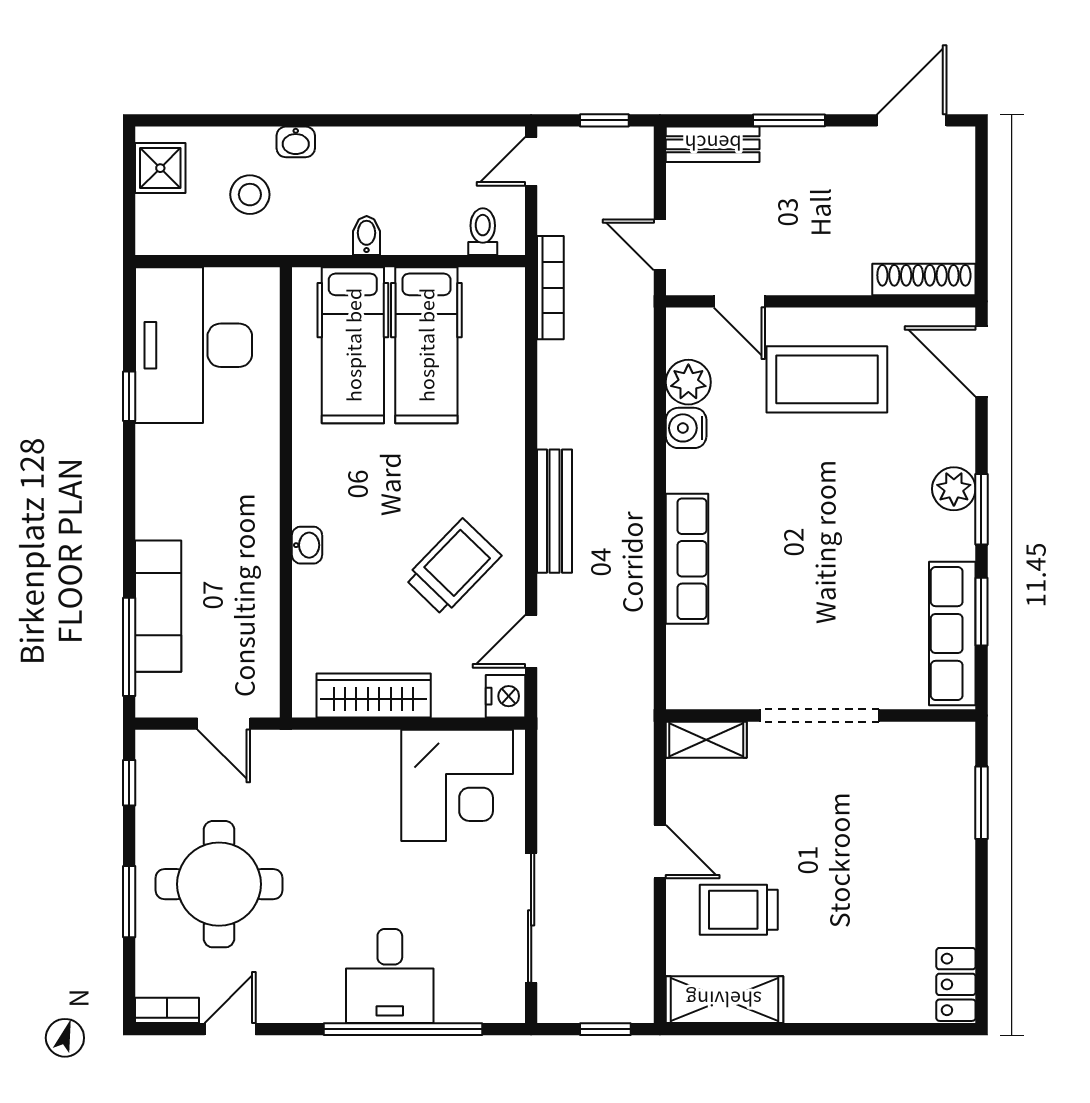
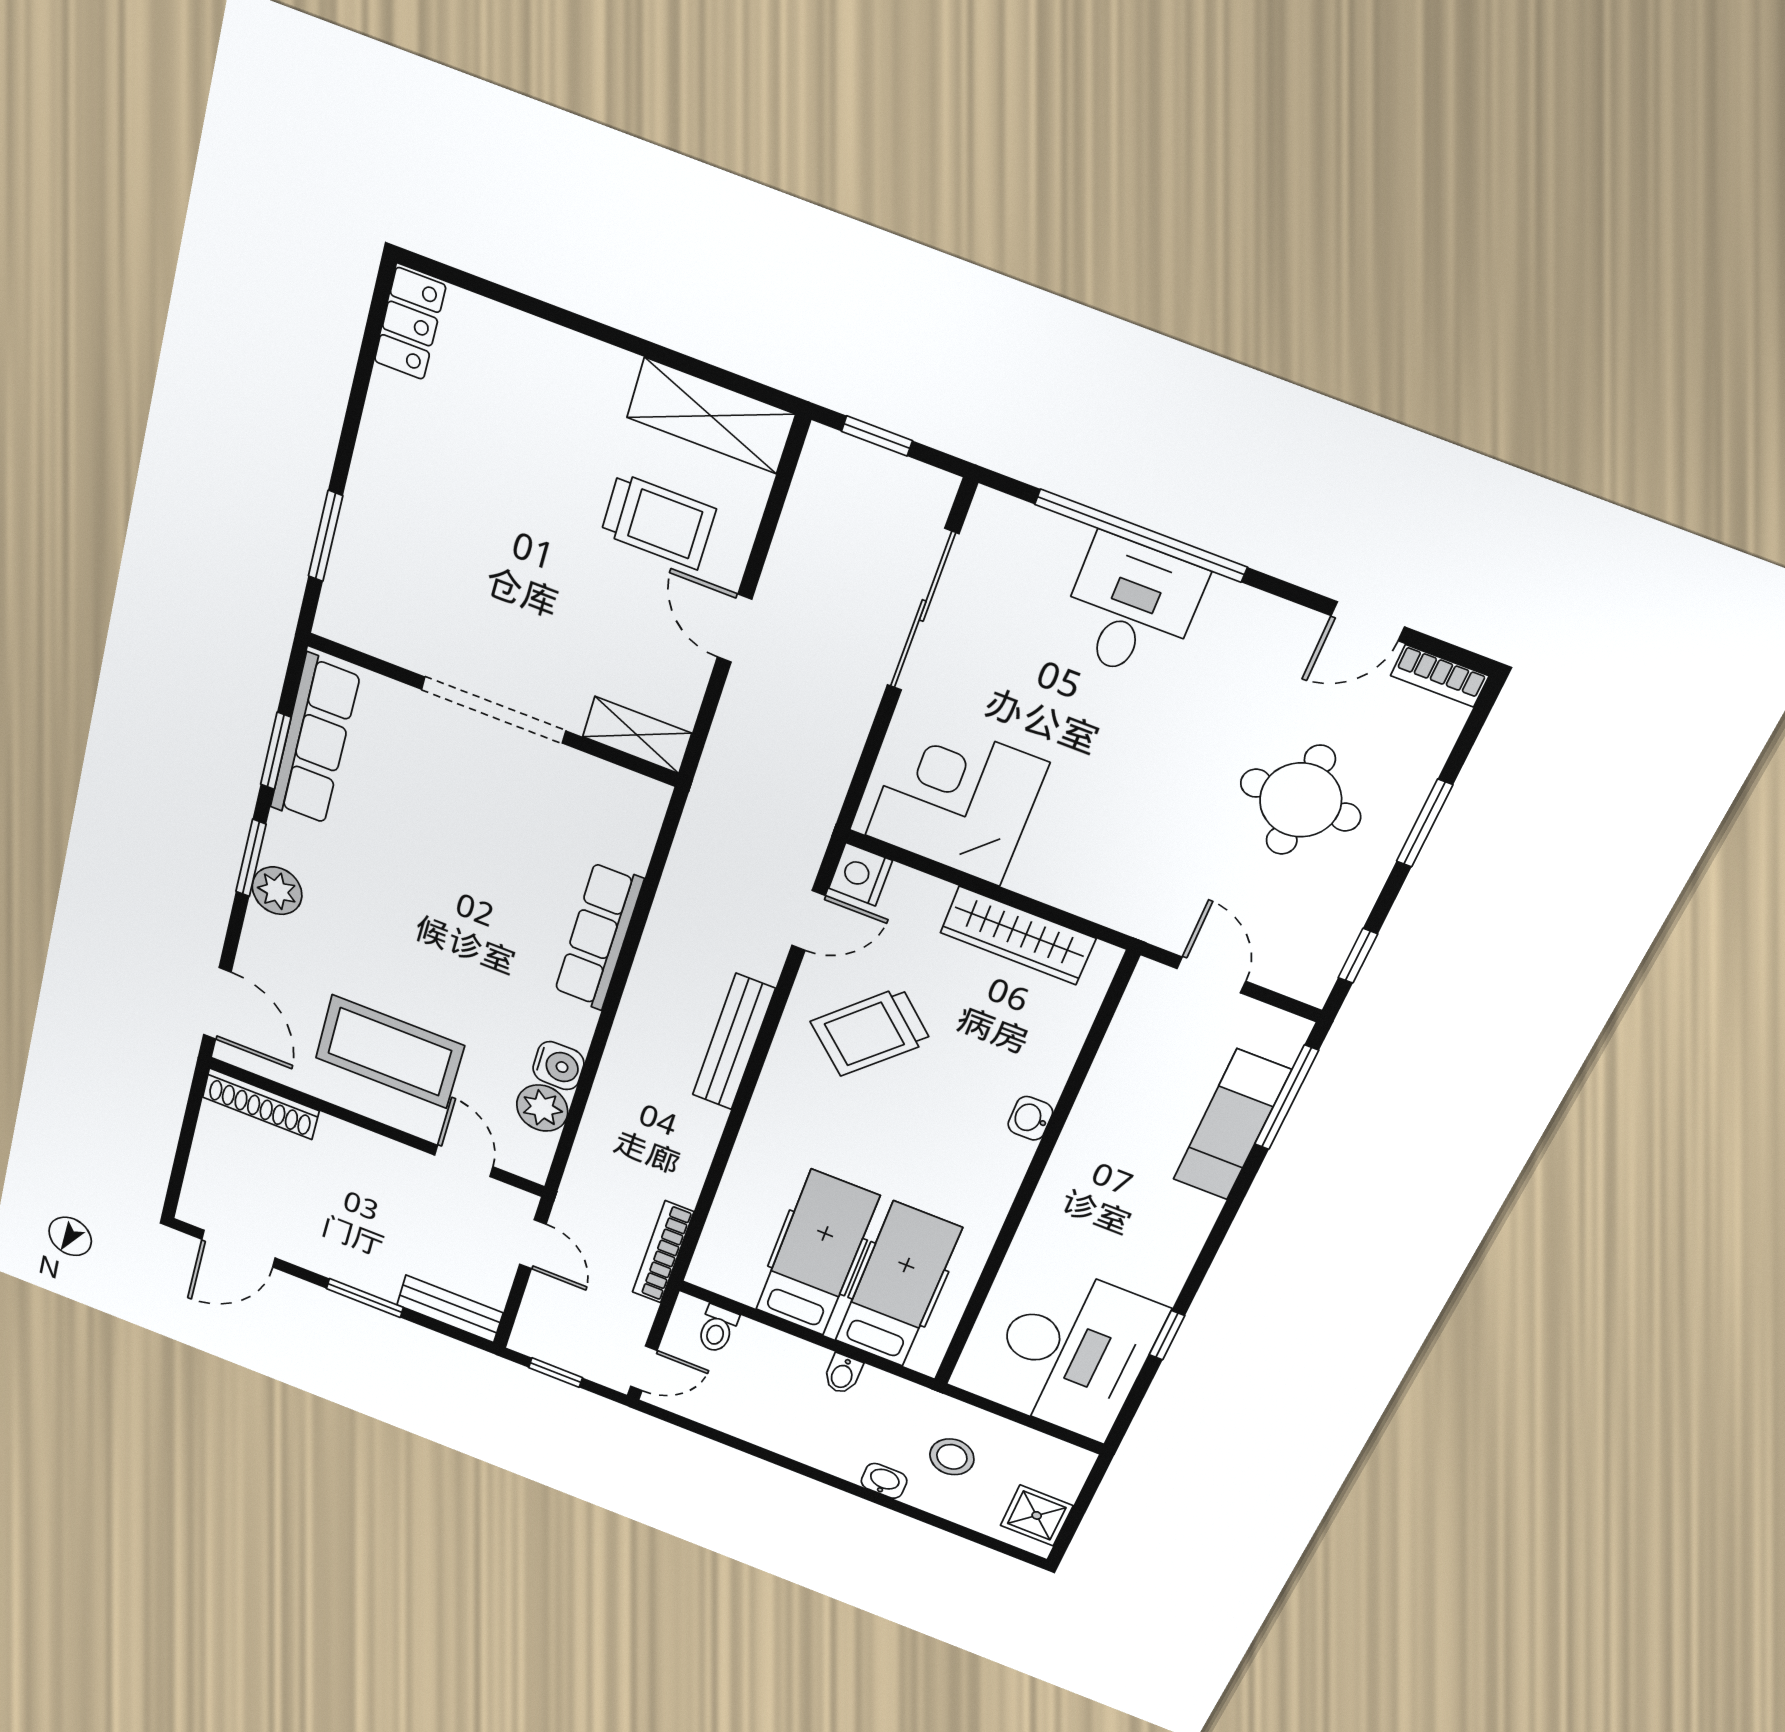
round table: (219, 884) -> (1301, 800), width x0.73, depth x0.73

